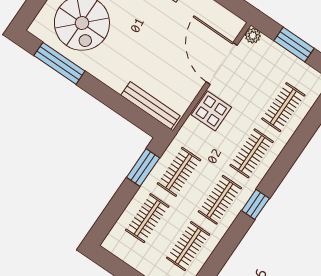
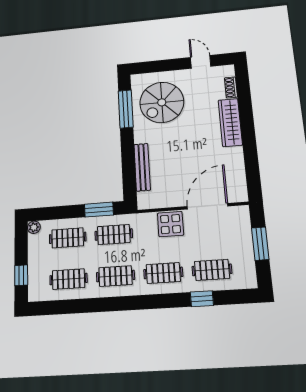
plant: (253, 36) -> (34, 227), moved
bench: (150, 106) -> (142, 167), moved
window: (255, 204) -> (202, 299), moved

